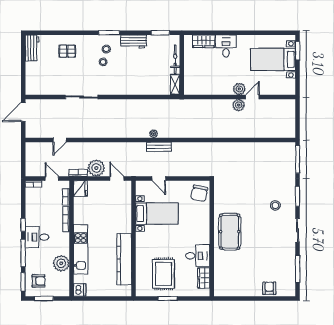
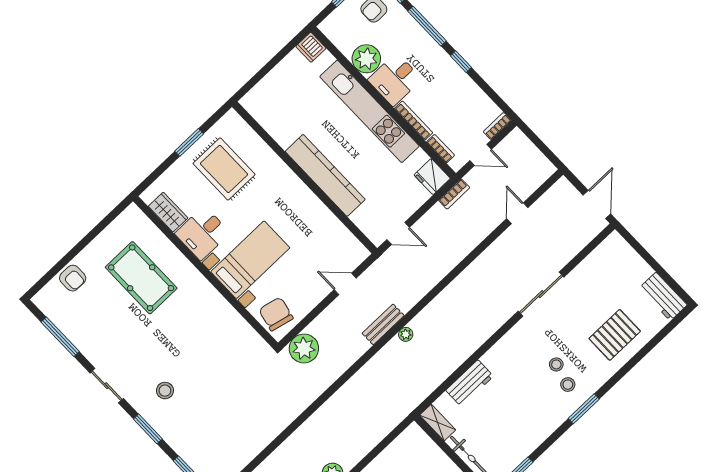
workbench: (134, 41) -> (470, 383), moved, turned 180
pallet: (67, 51) -> (615, 335), width x1.50, depth x1.42
plant: (96, 168) -> (304, 348), moved
bed with nightstands: (157, 214) -> (250, 260), moved, turned 180
pool table: (230, 232) -> (141, 278), moved
desk: (37, 237) -> (395, 79), moved, turned 180
kitchen unit: (81, 249) -> (369, 111), width x1.36
kitchen counter: (124, 259) -> (325, 175), moved

